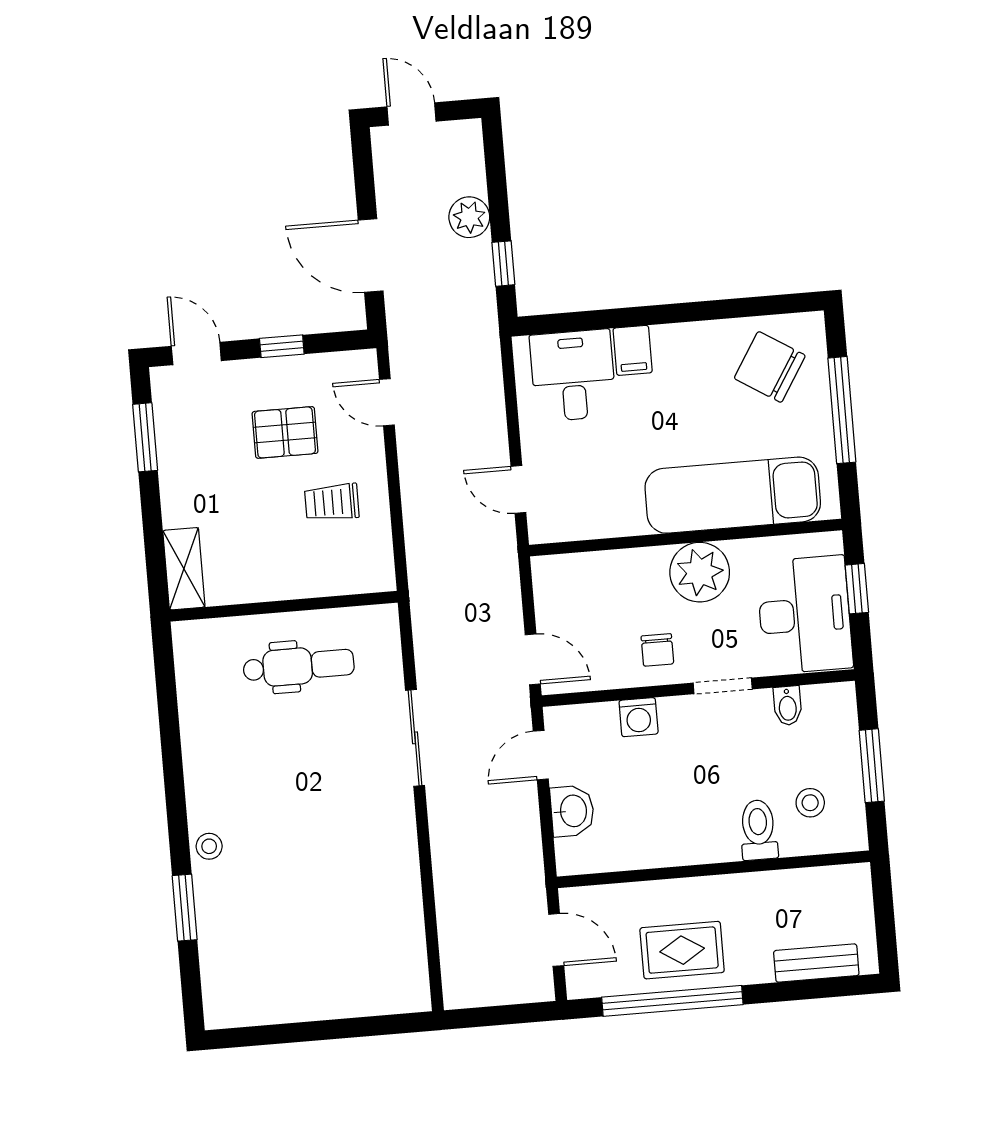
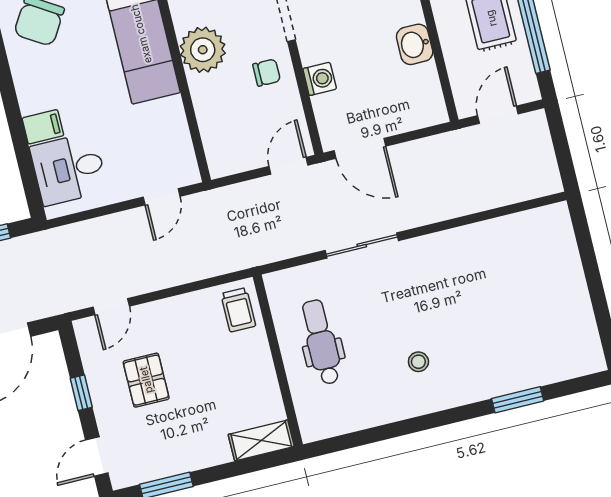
trolley: (332, 502) -> (238, 310), moved
door: (541, 755) -> (360, 148), width x1.38
washbasin: (572, 811) -> (415, 44), moved, turned -90
stool: (209, 846) -> (418, 362), moved

